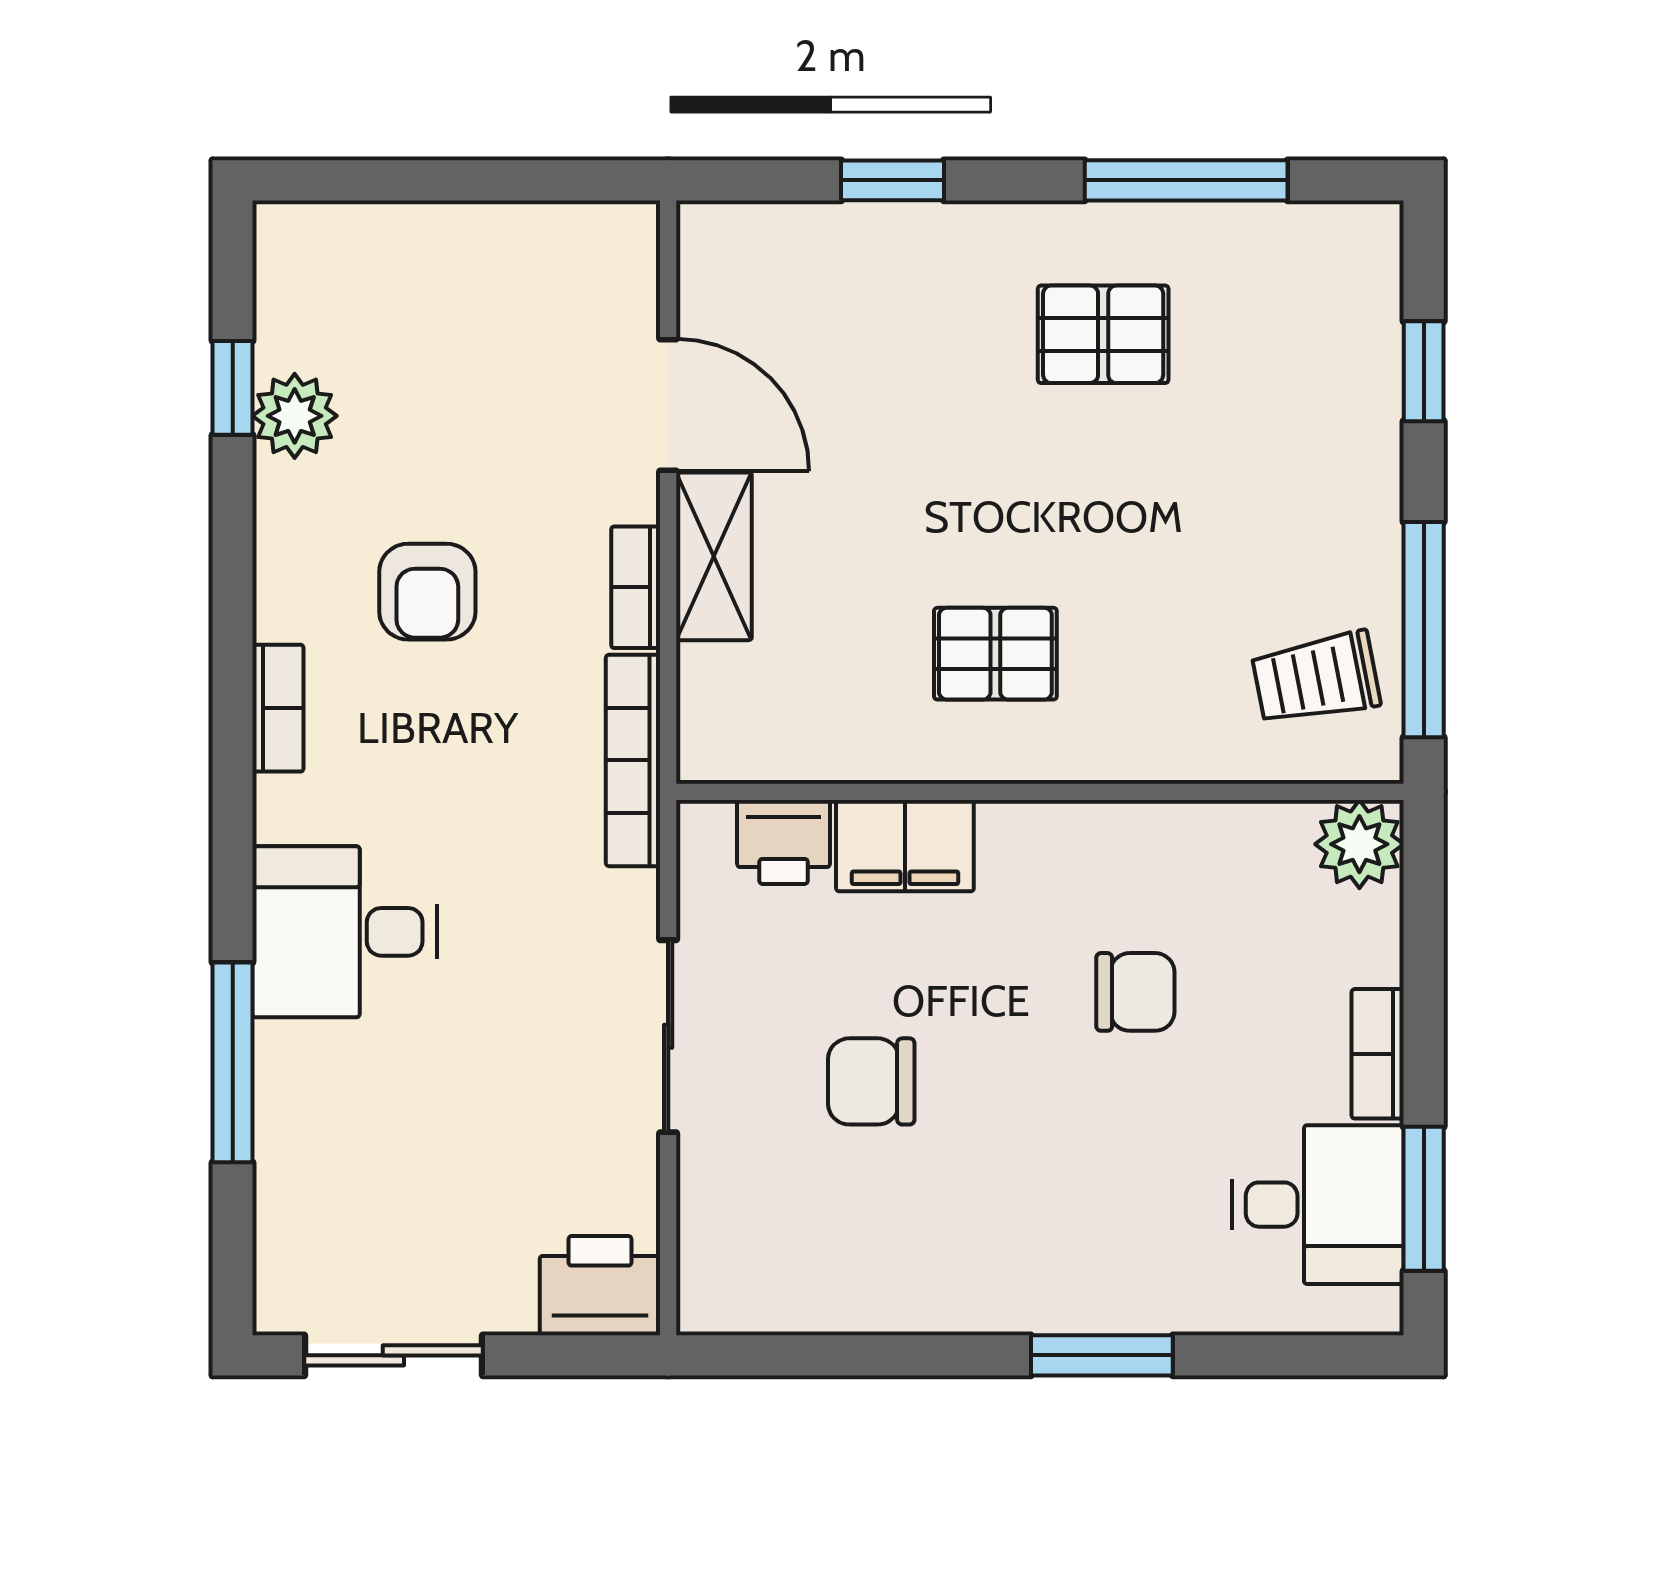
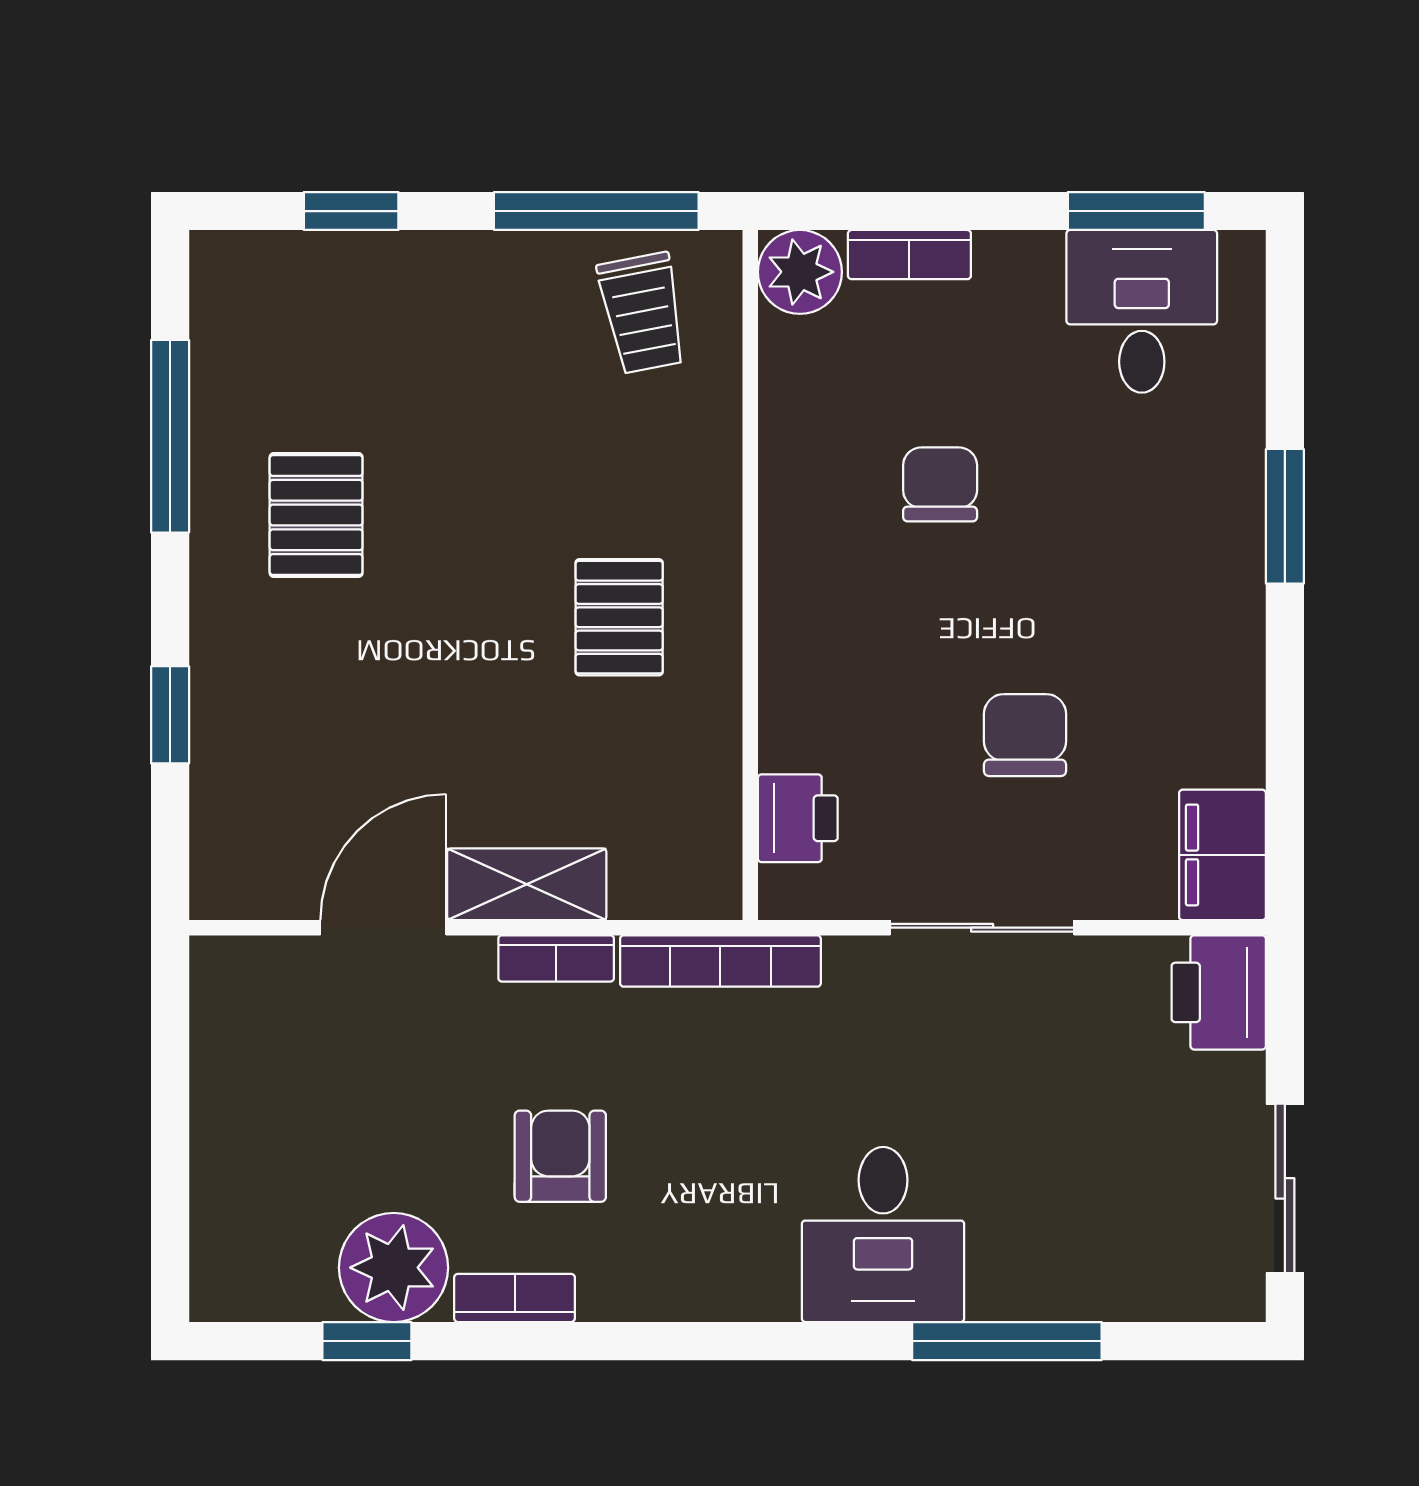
plant: (295, 416) -> (394, 1268), width x1.36, depth x1.36
armchair: (427, 592) -> (560, 1156), turned -90
bookcase: (278, 708) -> (515, 1298), moved
filing cabinet: (905, 846) -> (1222, 855), moved, turned 180
bookcase: (1378, 1054) -> (909, 255), moved
chair: (871, 1081) -> (1025, 735), turned 180

